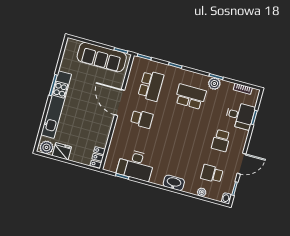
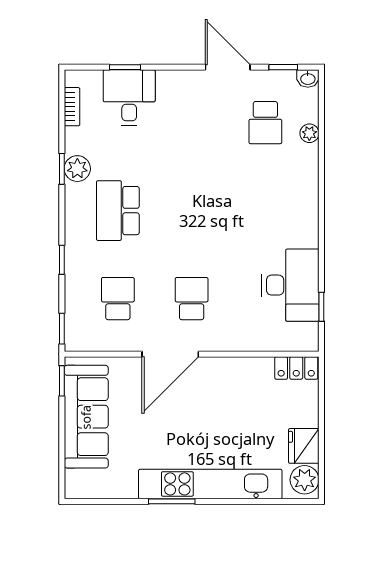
school desk: (151, 86) -> (118, 299), width x0.54
school desk: (221, 141) -> (192, 123), removed
washbasin: (174, 183) -> (306, 196), removed

